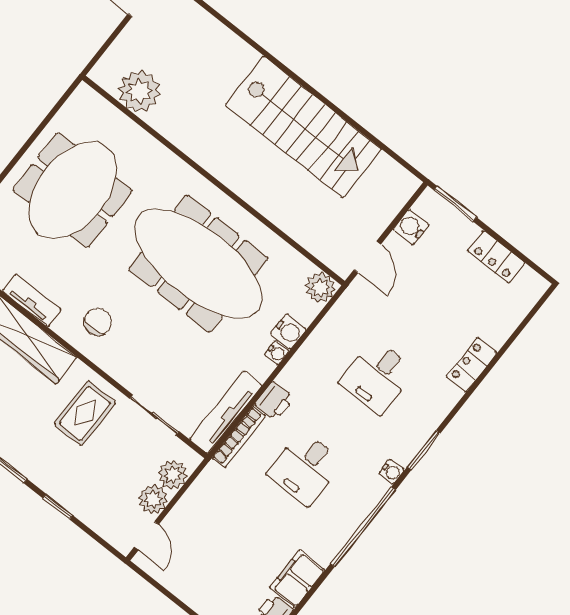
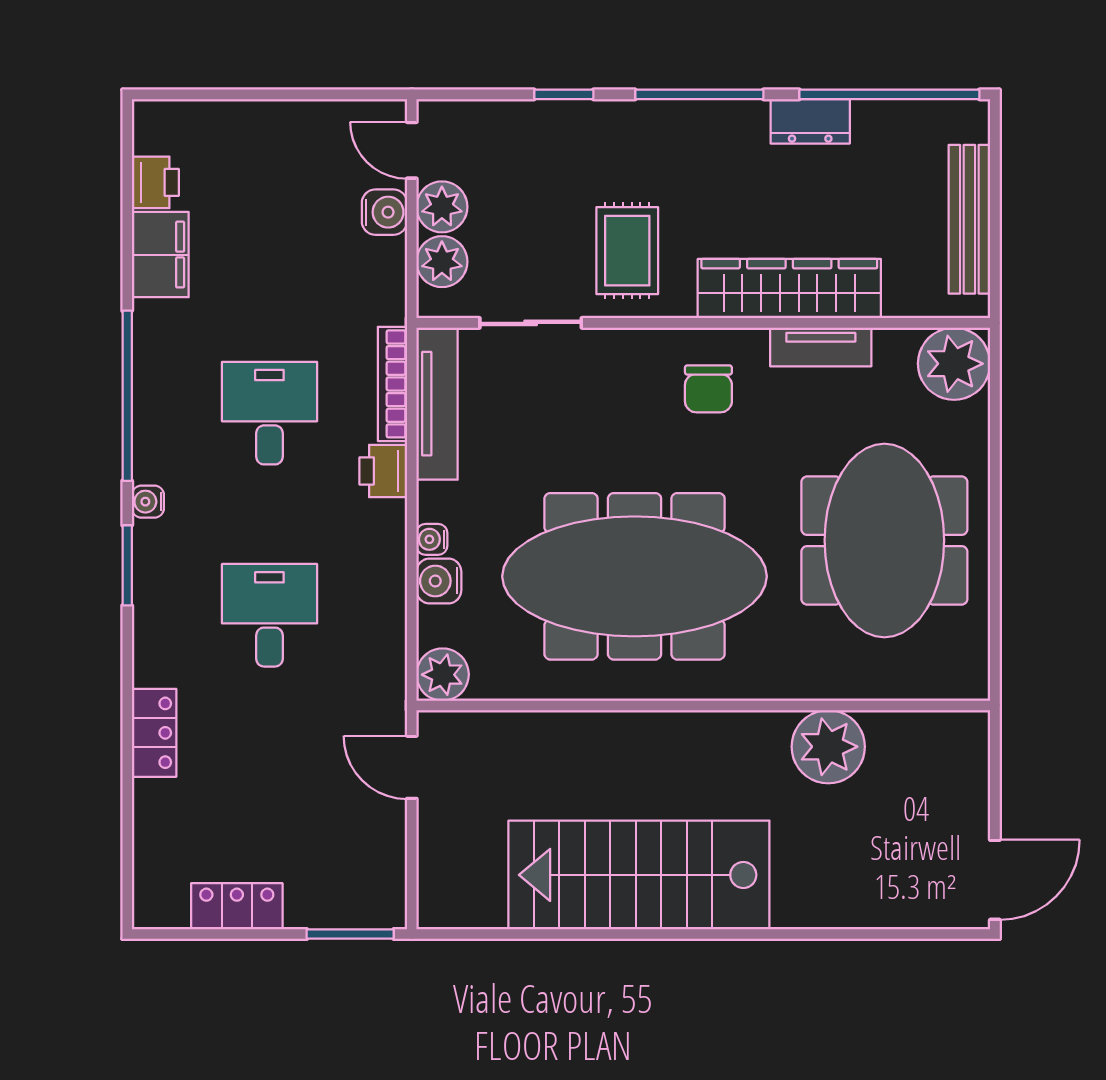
plant: (139, 91) -> (828, 747), moved
water cooler: (411, 227) -> (384, 212), moved

